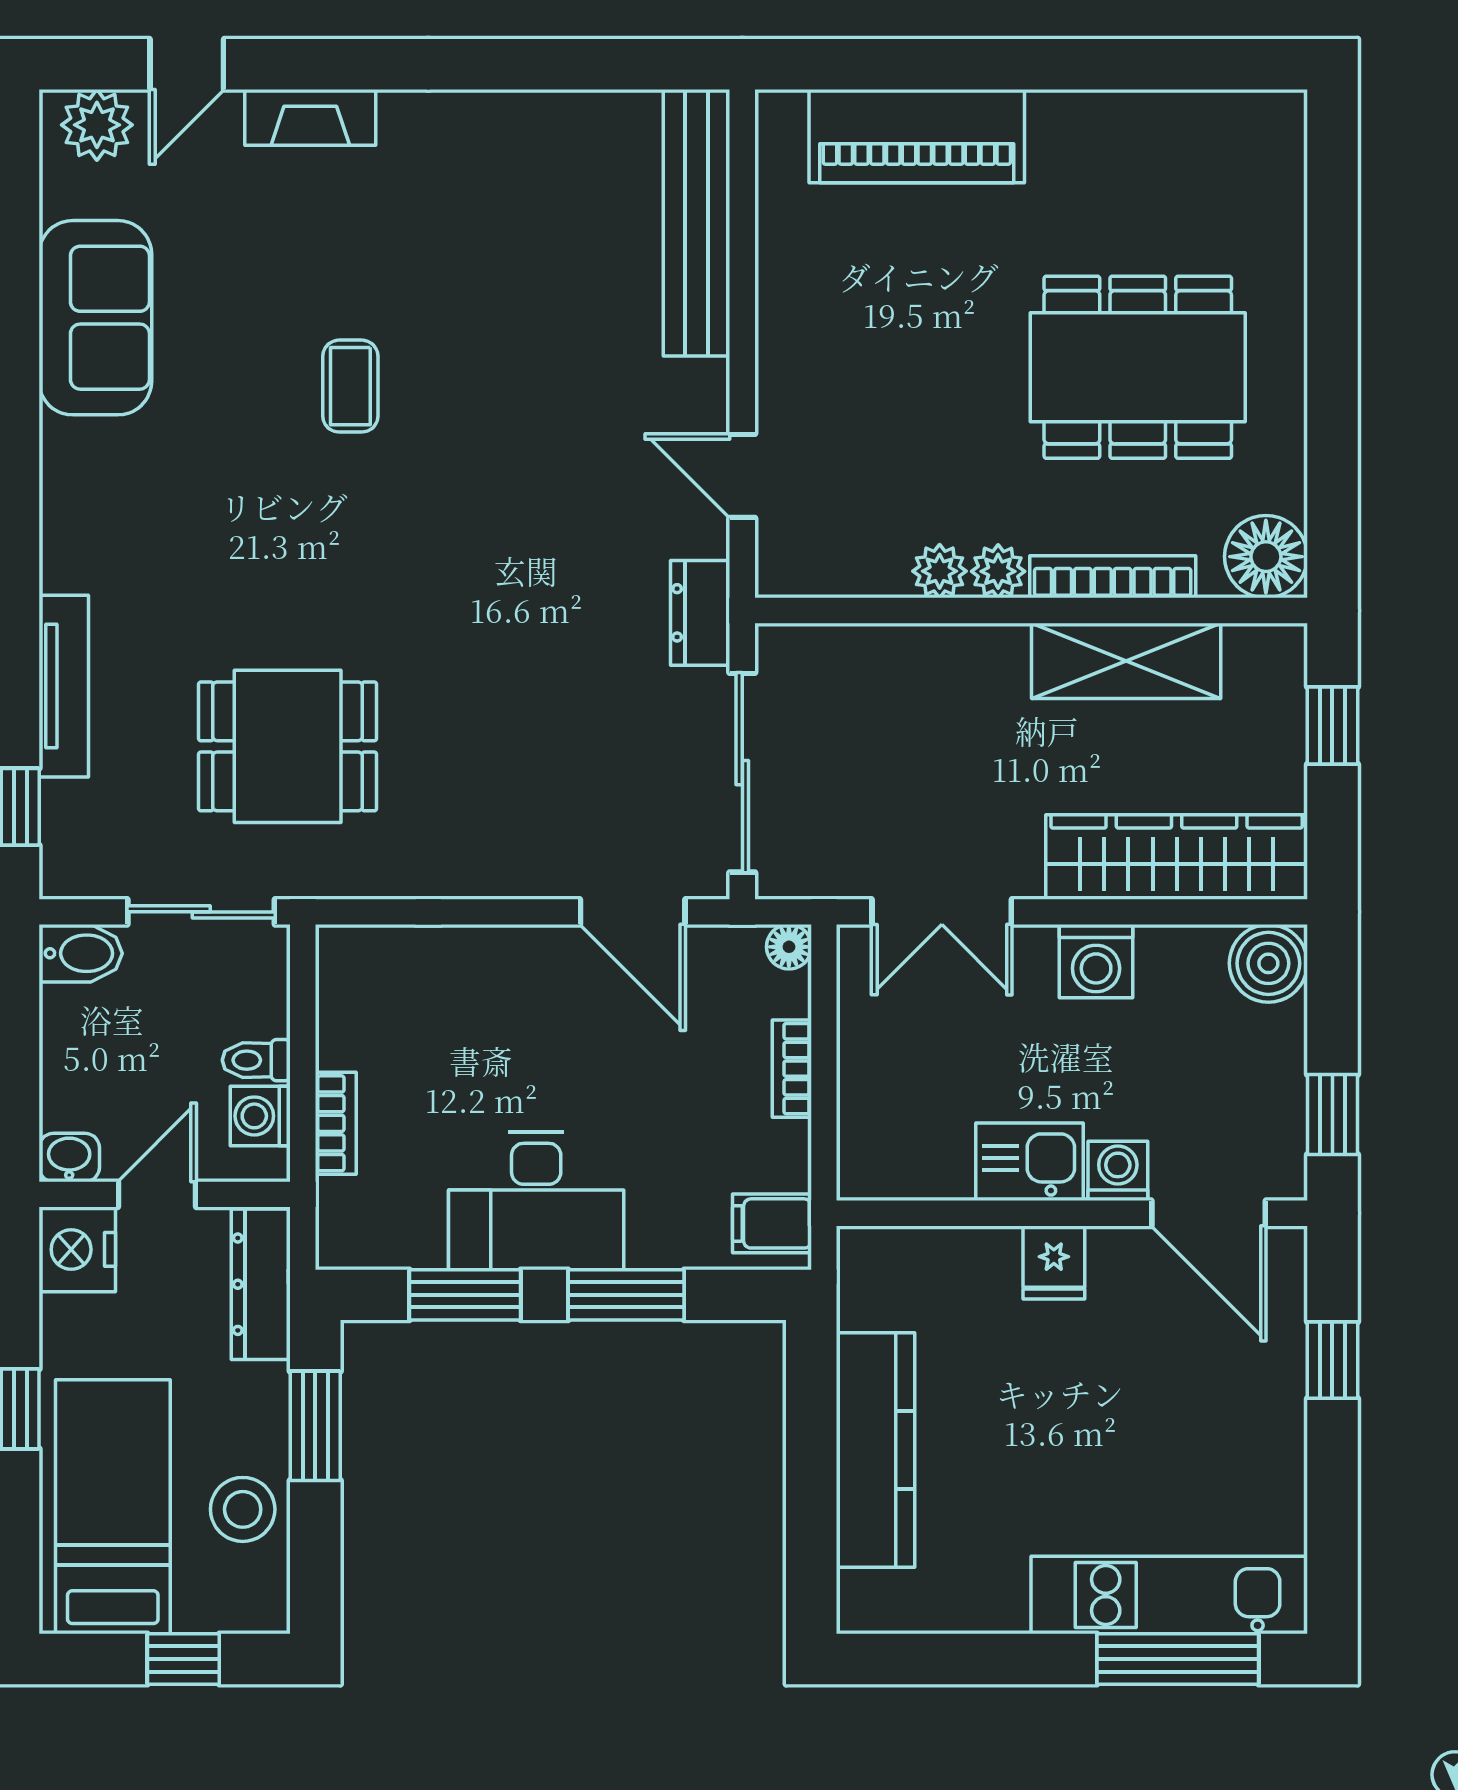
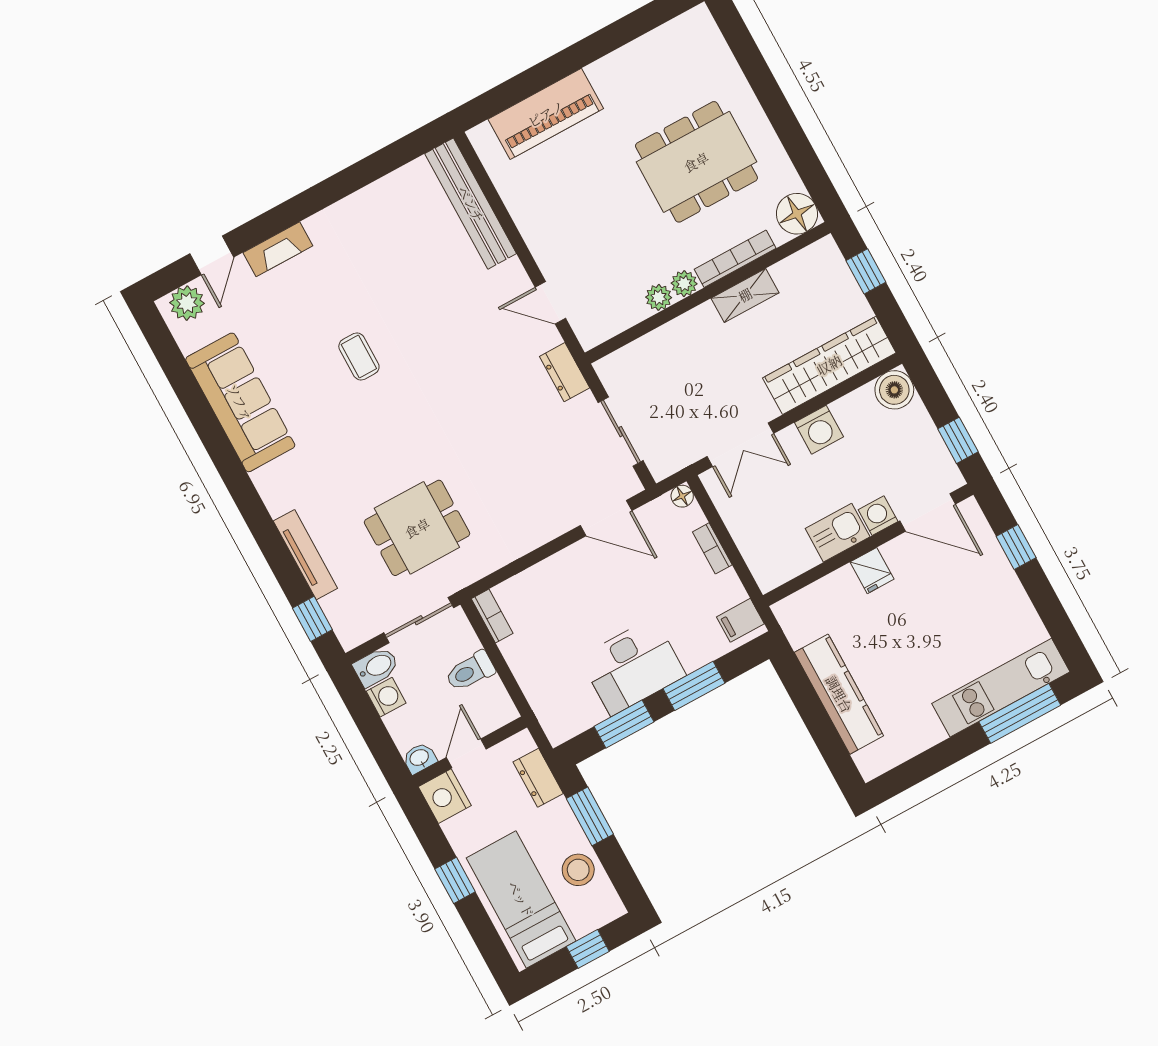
sofa: (95, 318) -> (240, 402), width x1.36
shelving: (1126, 661) -> (745, 295), width x0.67, depth x0.75
sliding door: (742, 773) -> (621, 432), width x0.73
toilet: (256, 1060) -> (470, 671), width x1.37, depth x1.39
washing machine: (260, 1116) -> (386, 697), moved, turned 180
bookcase: (336, 1123) -> (492, 616), moved
dresser: (261, 1284) -> (538, 778), width x0.70

